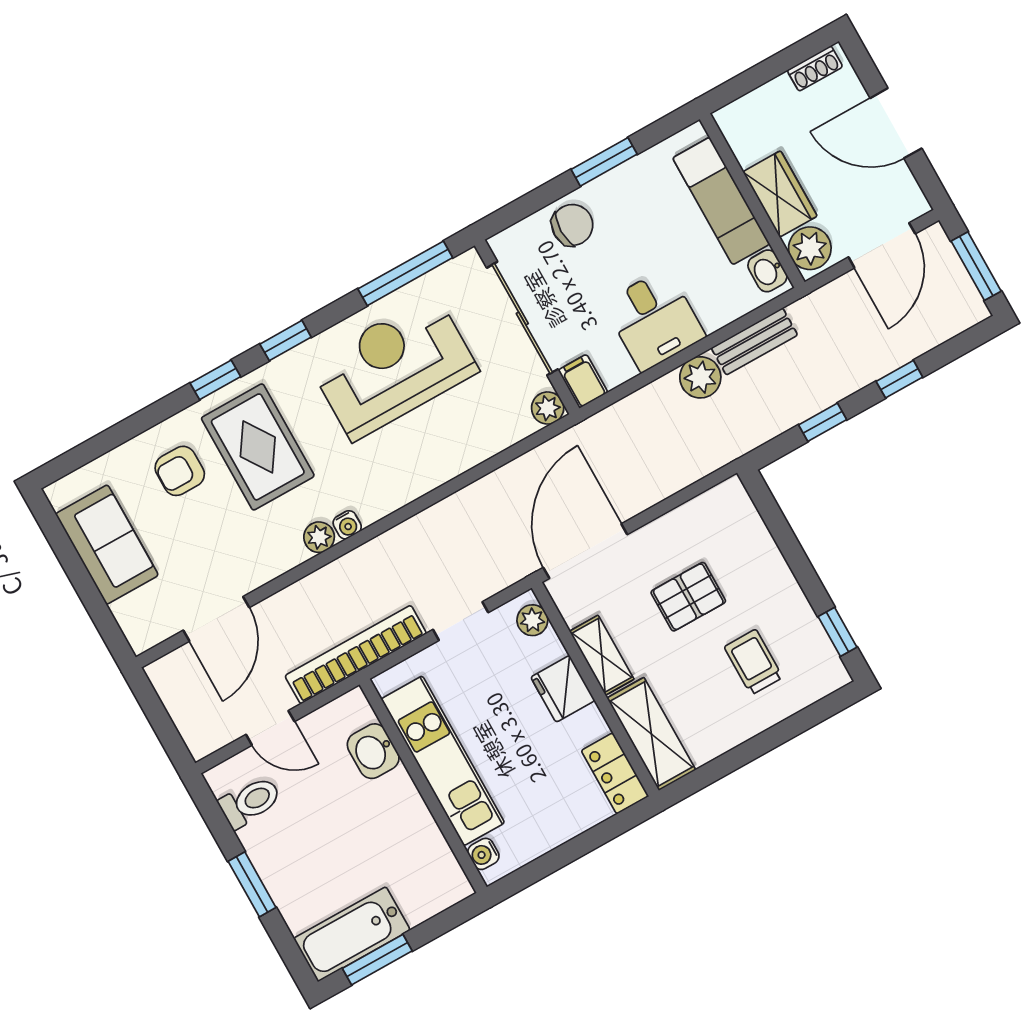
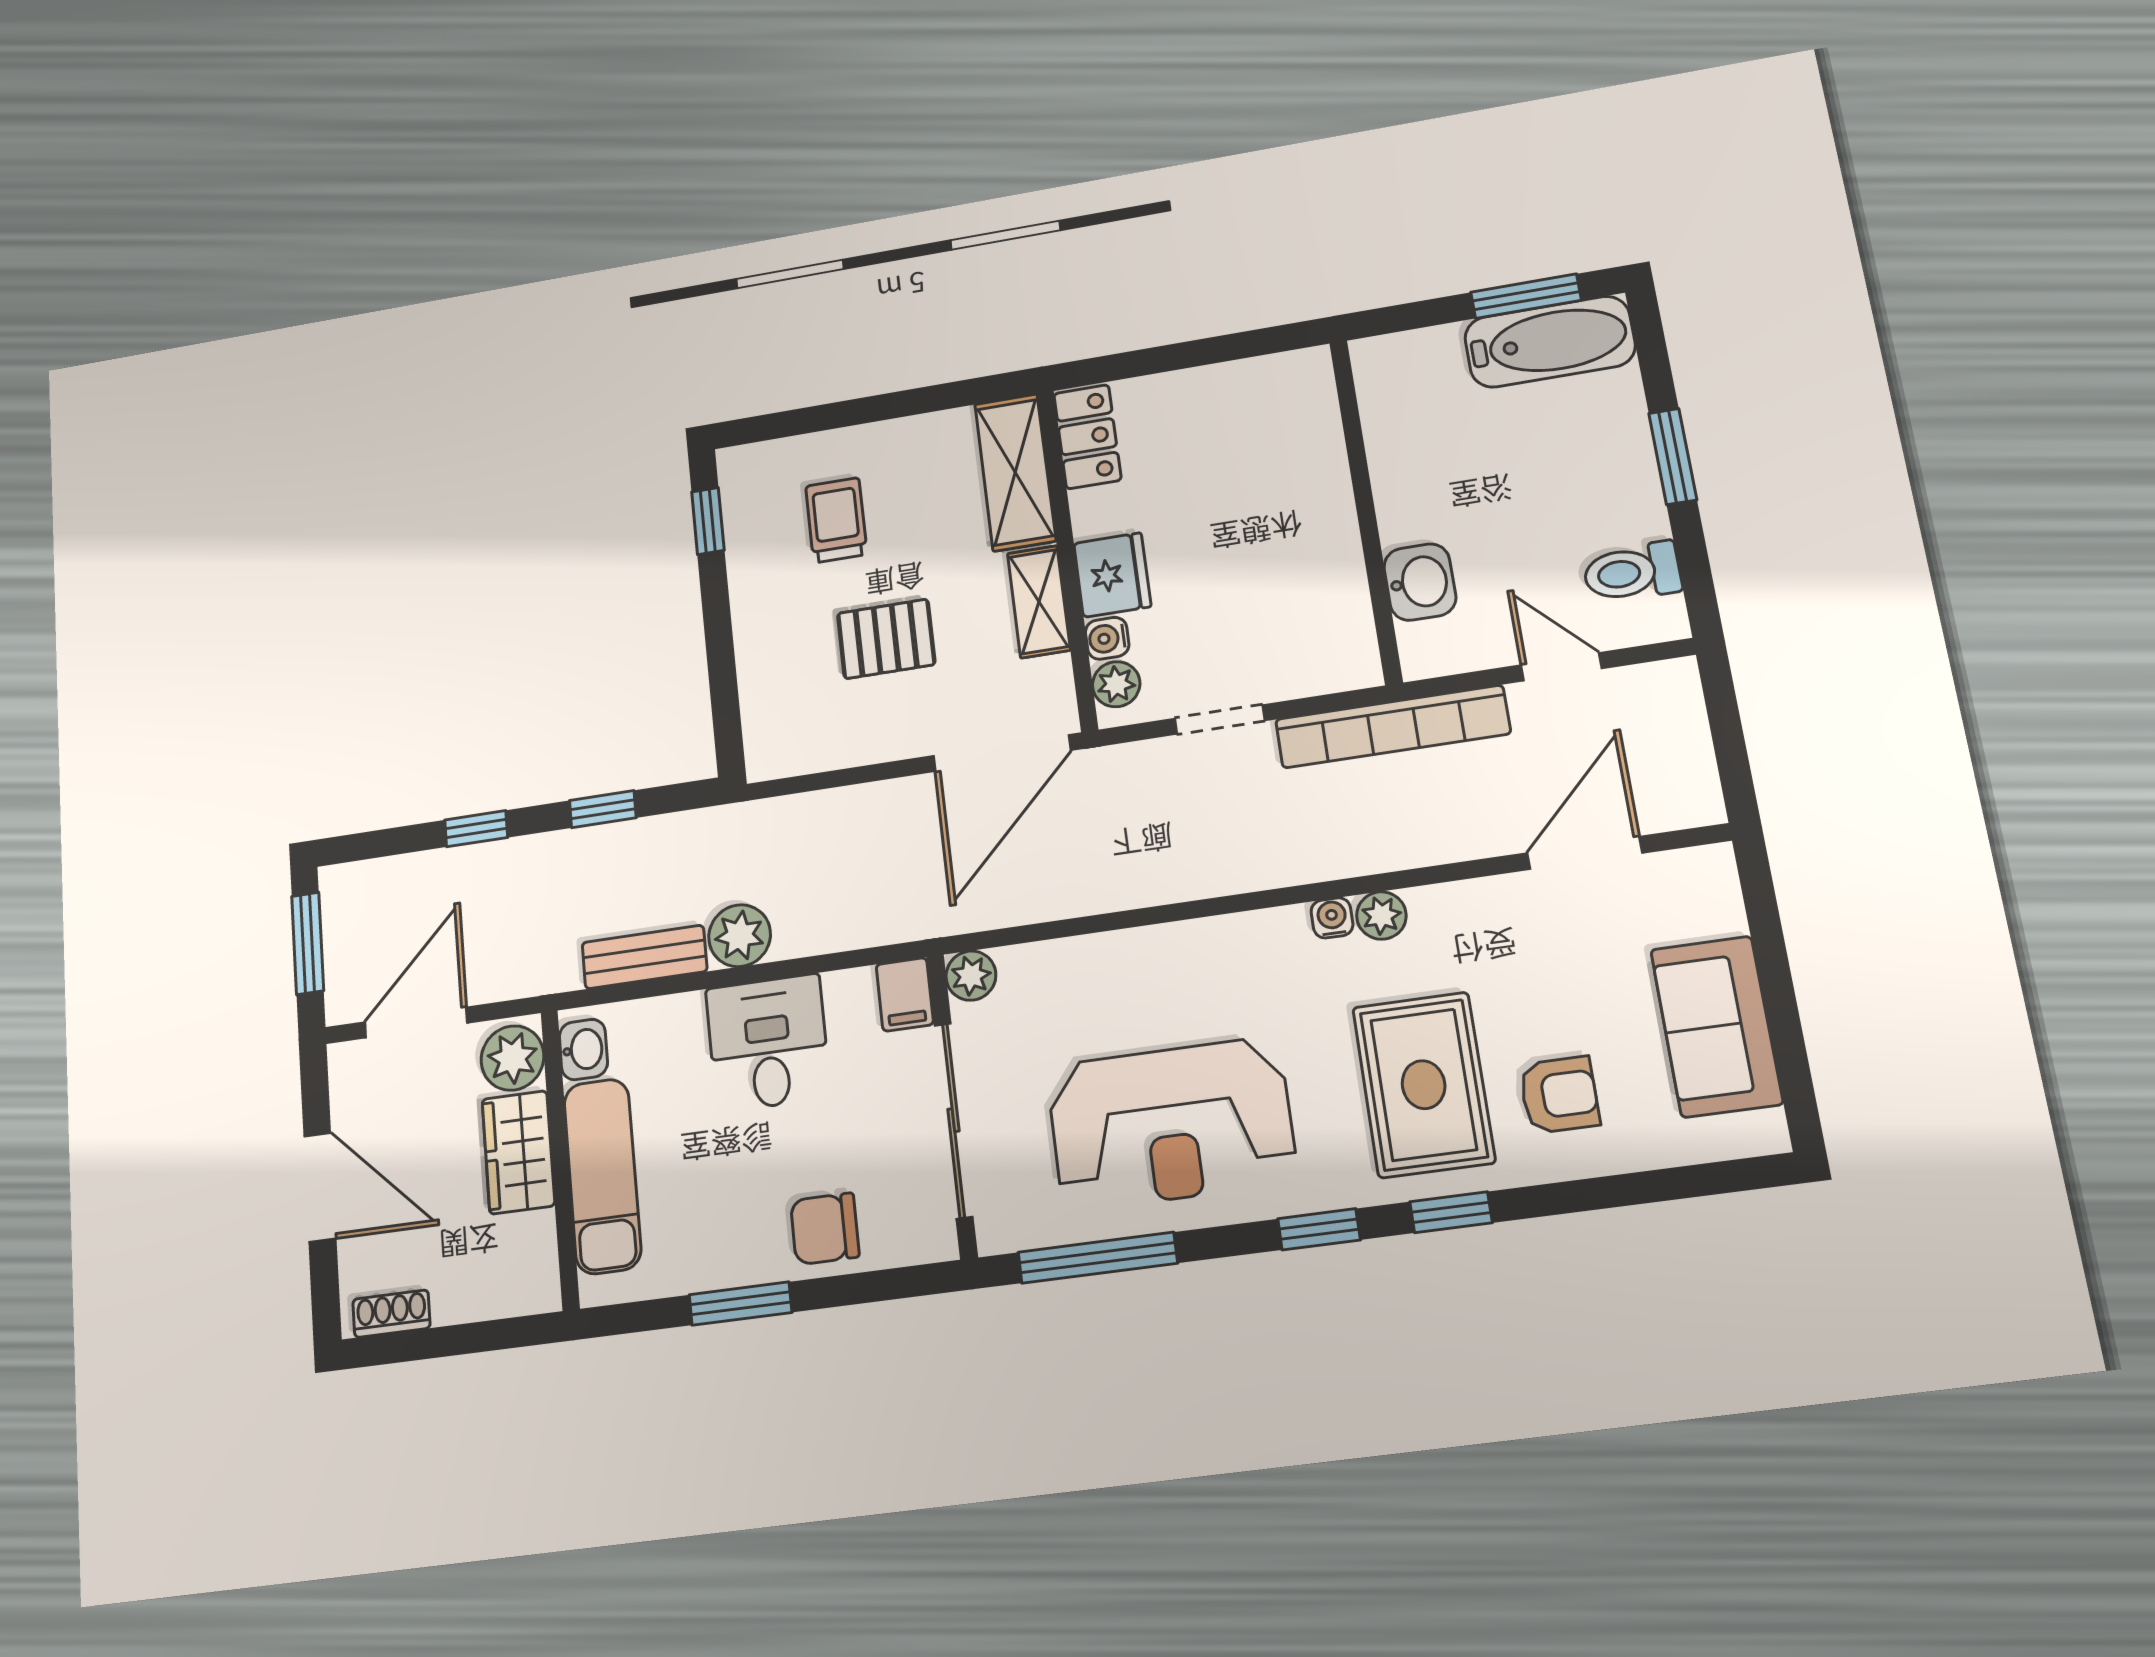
trolley: (753, 662) -> (836, 520), turned 180
kitchen unit: (443, 761) -> (1323, 535), removed
water cooler: (483, 854) -> (1107, 638), moved, turned 180

